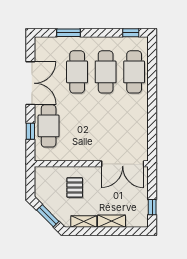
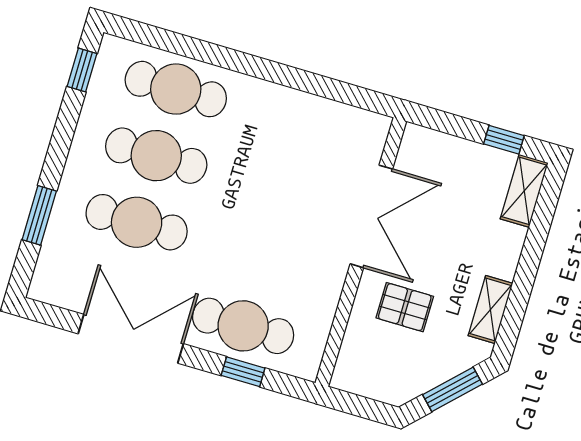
double door: (123, 164) -> (371, 216), moved
shelving: (111, 221) -> (524, 191), moved

